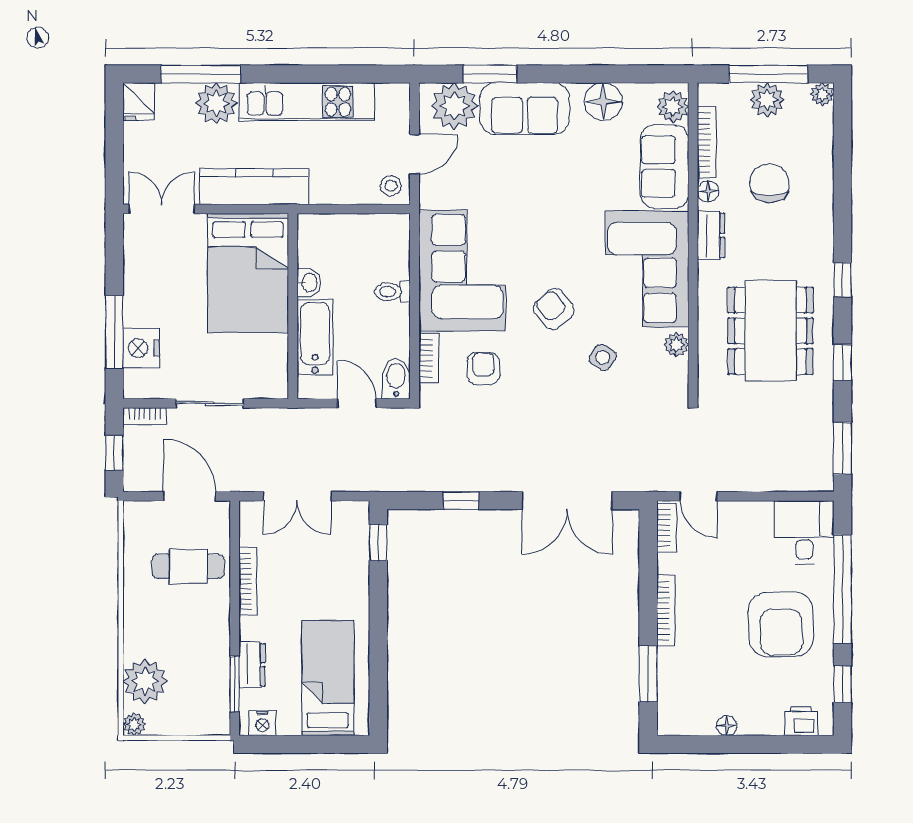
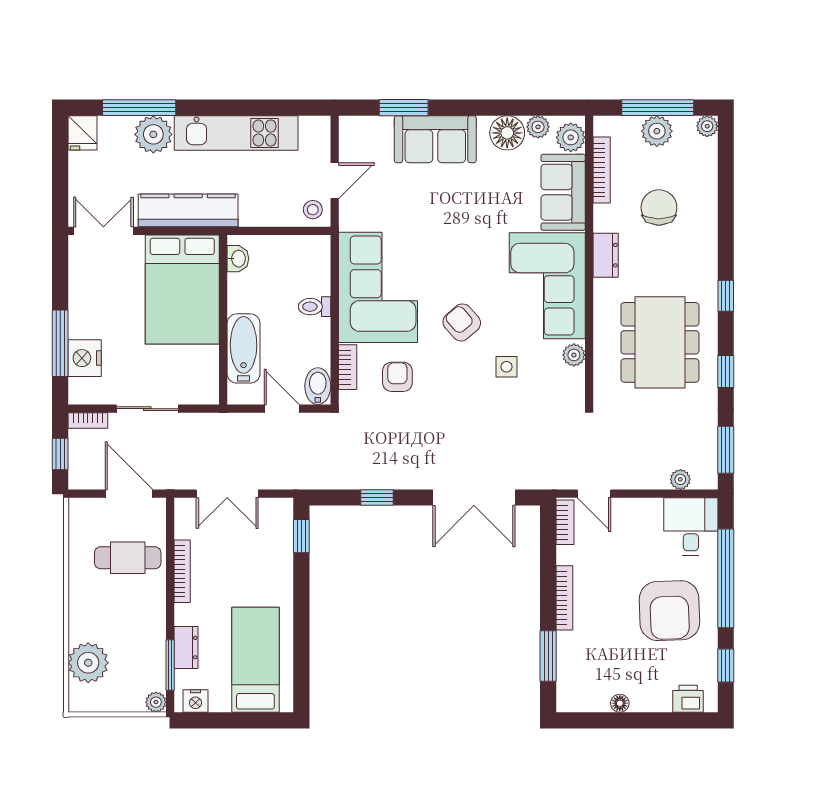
plant: (454, 106) -> (538, 127), moved, width x0.53, depth x0.53
floor lamp: (708, 191) -> (603, 215), removed
washbasin: (309, 283) -> (238, 259), moved
side table: (603, 357) -> (507, 367), turned -35
plant: (793, 481) -> (680, 479), added
plant: (134, 724) -> (156, 702), moved

